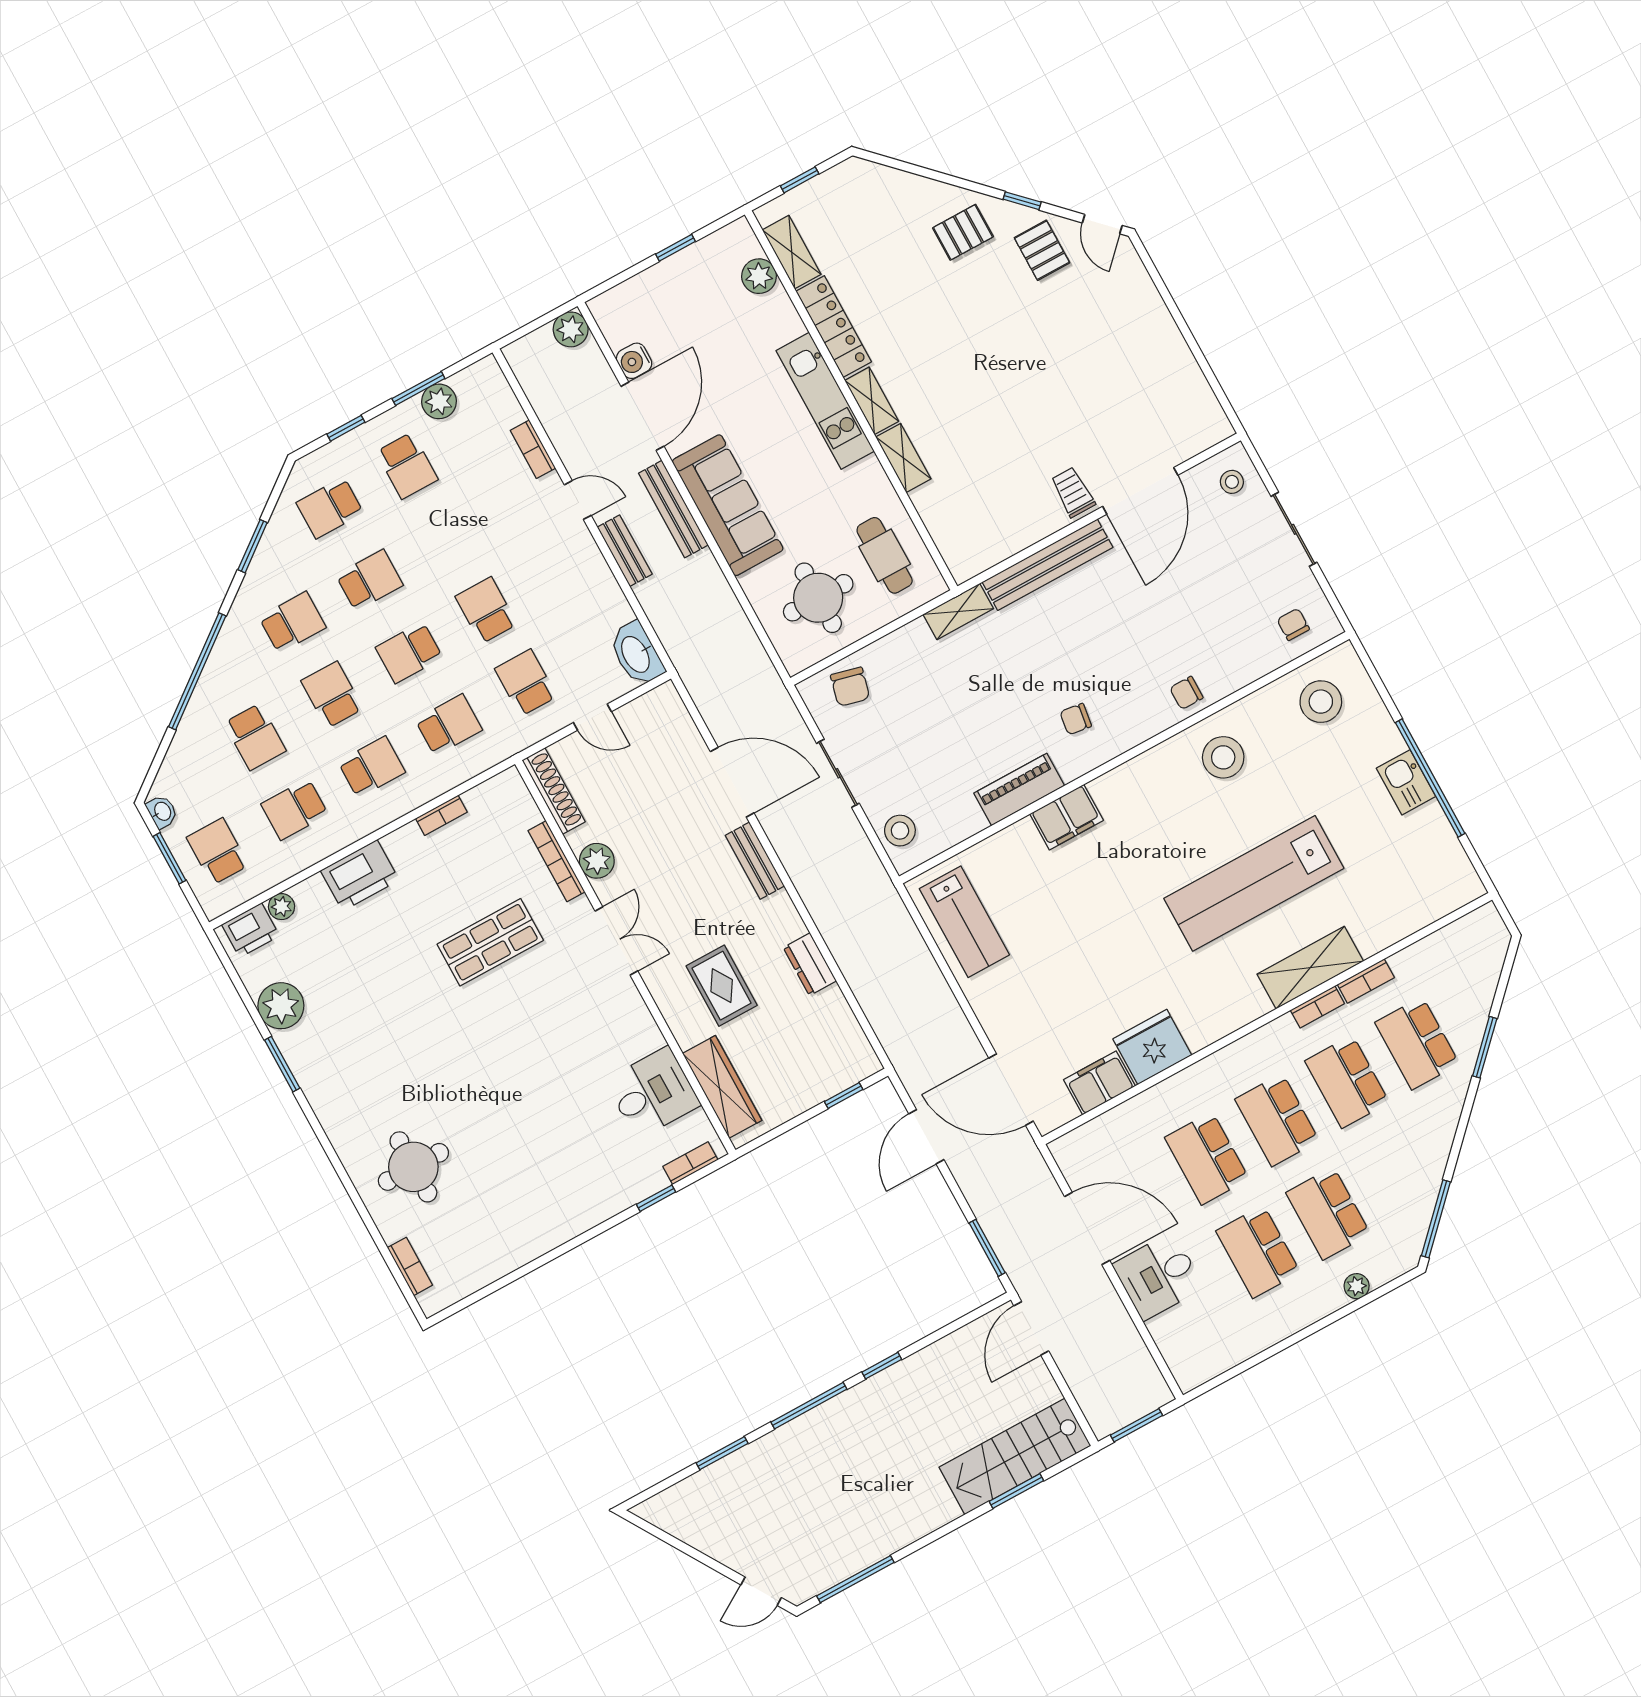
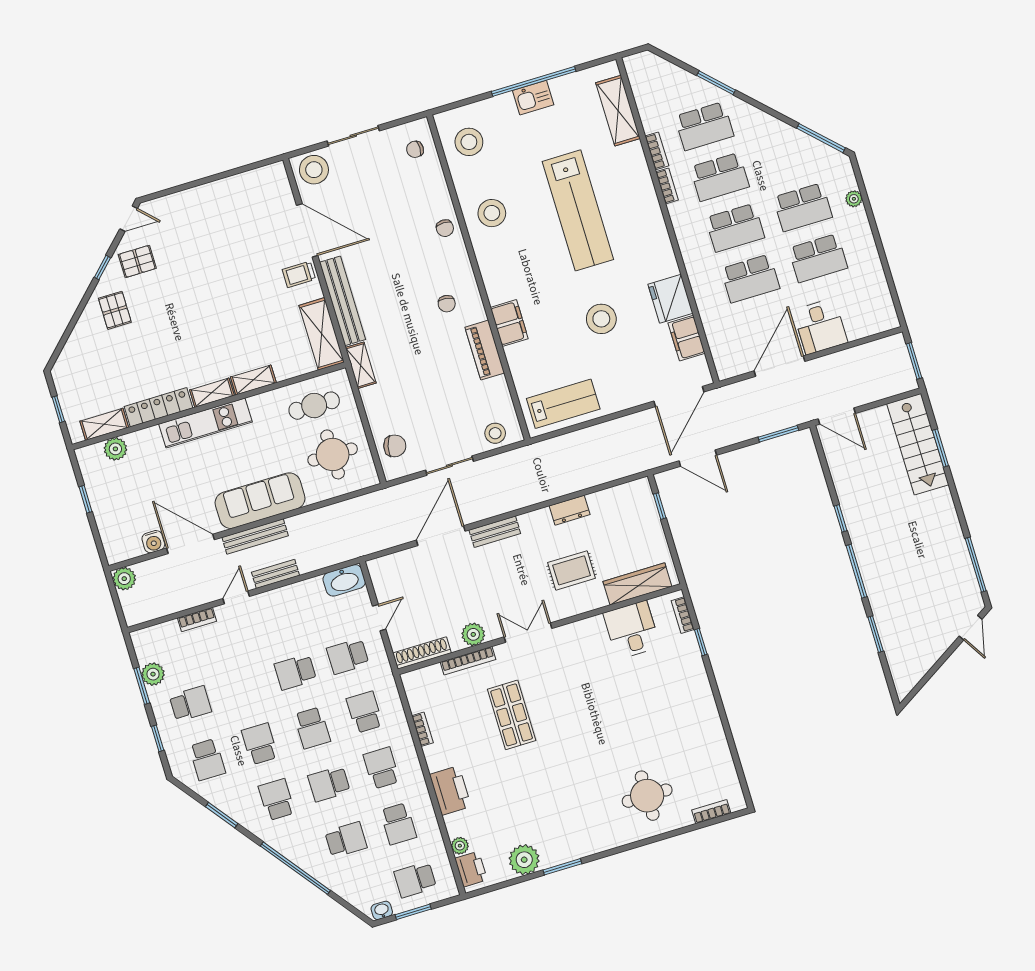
stool: (1232, 482) -> (314, 170), width x1.89, depth x1.89
shelving: (992, 544) -> (322, 334), added
stool: (1101, 951) -> (601, 319), added
shelving: (1310, 968) -> (618, 111), moved

